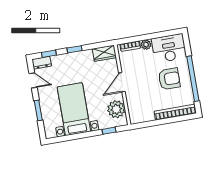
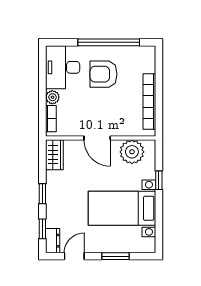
armchair: (169, 79) -> (104, 74), turned -90
bookcase: (175, 112) -> (149, 102), moved
window: (109, 131) -> (159, 180), moved

